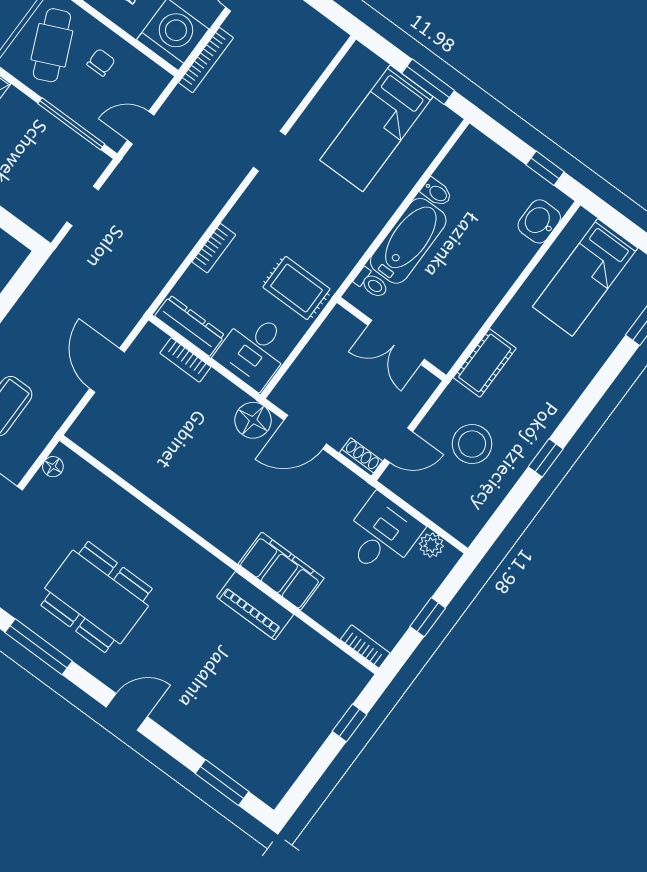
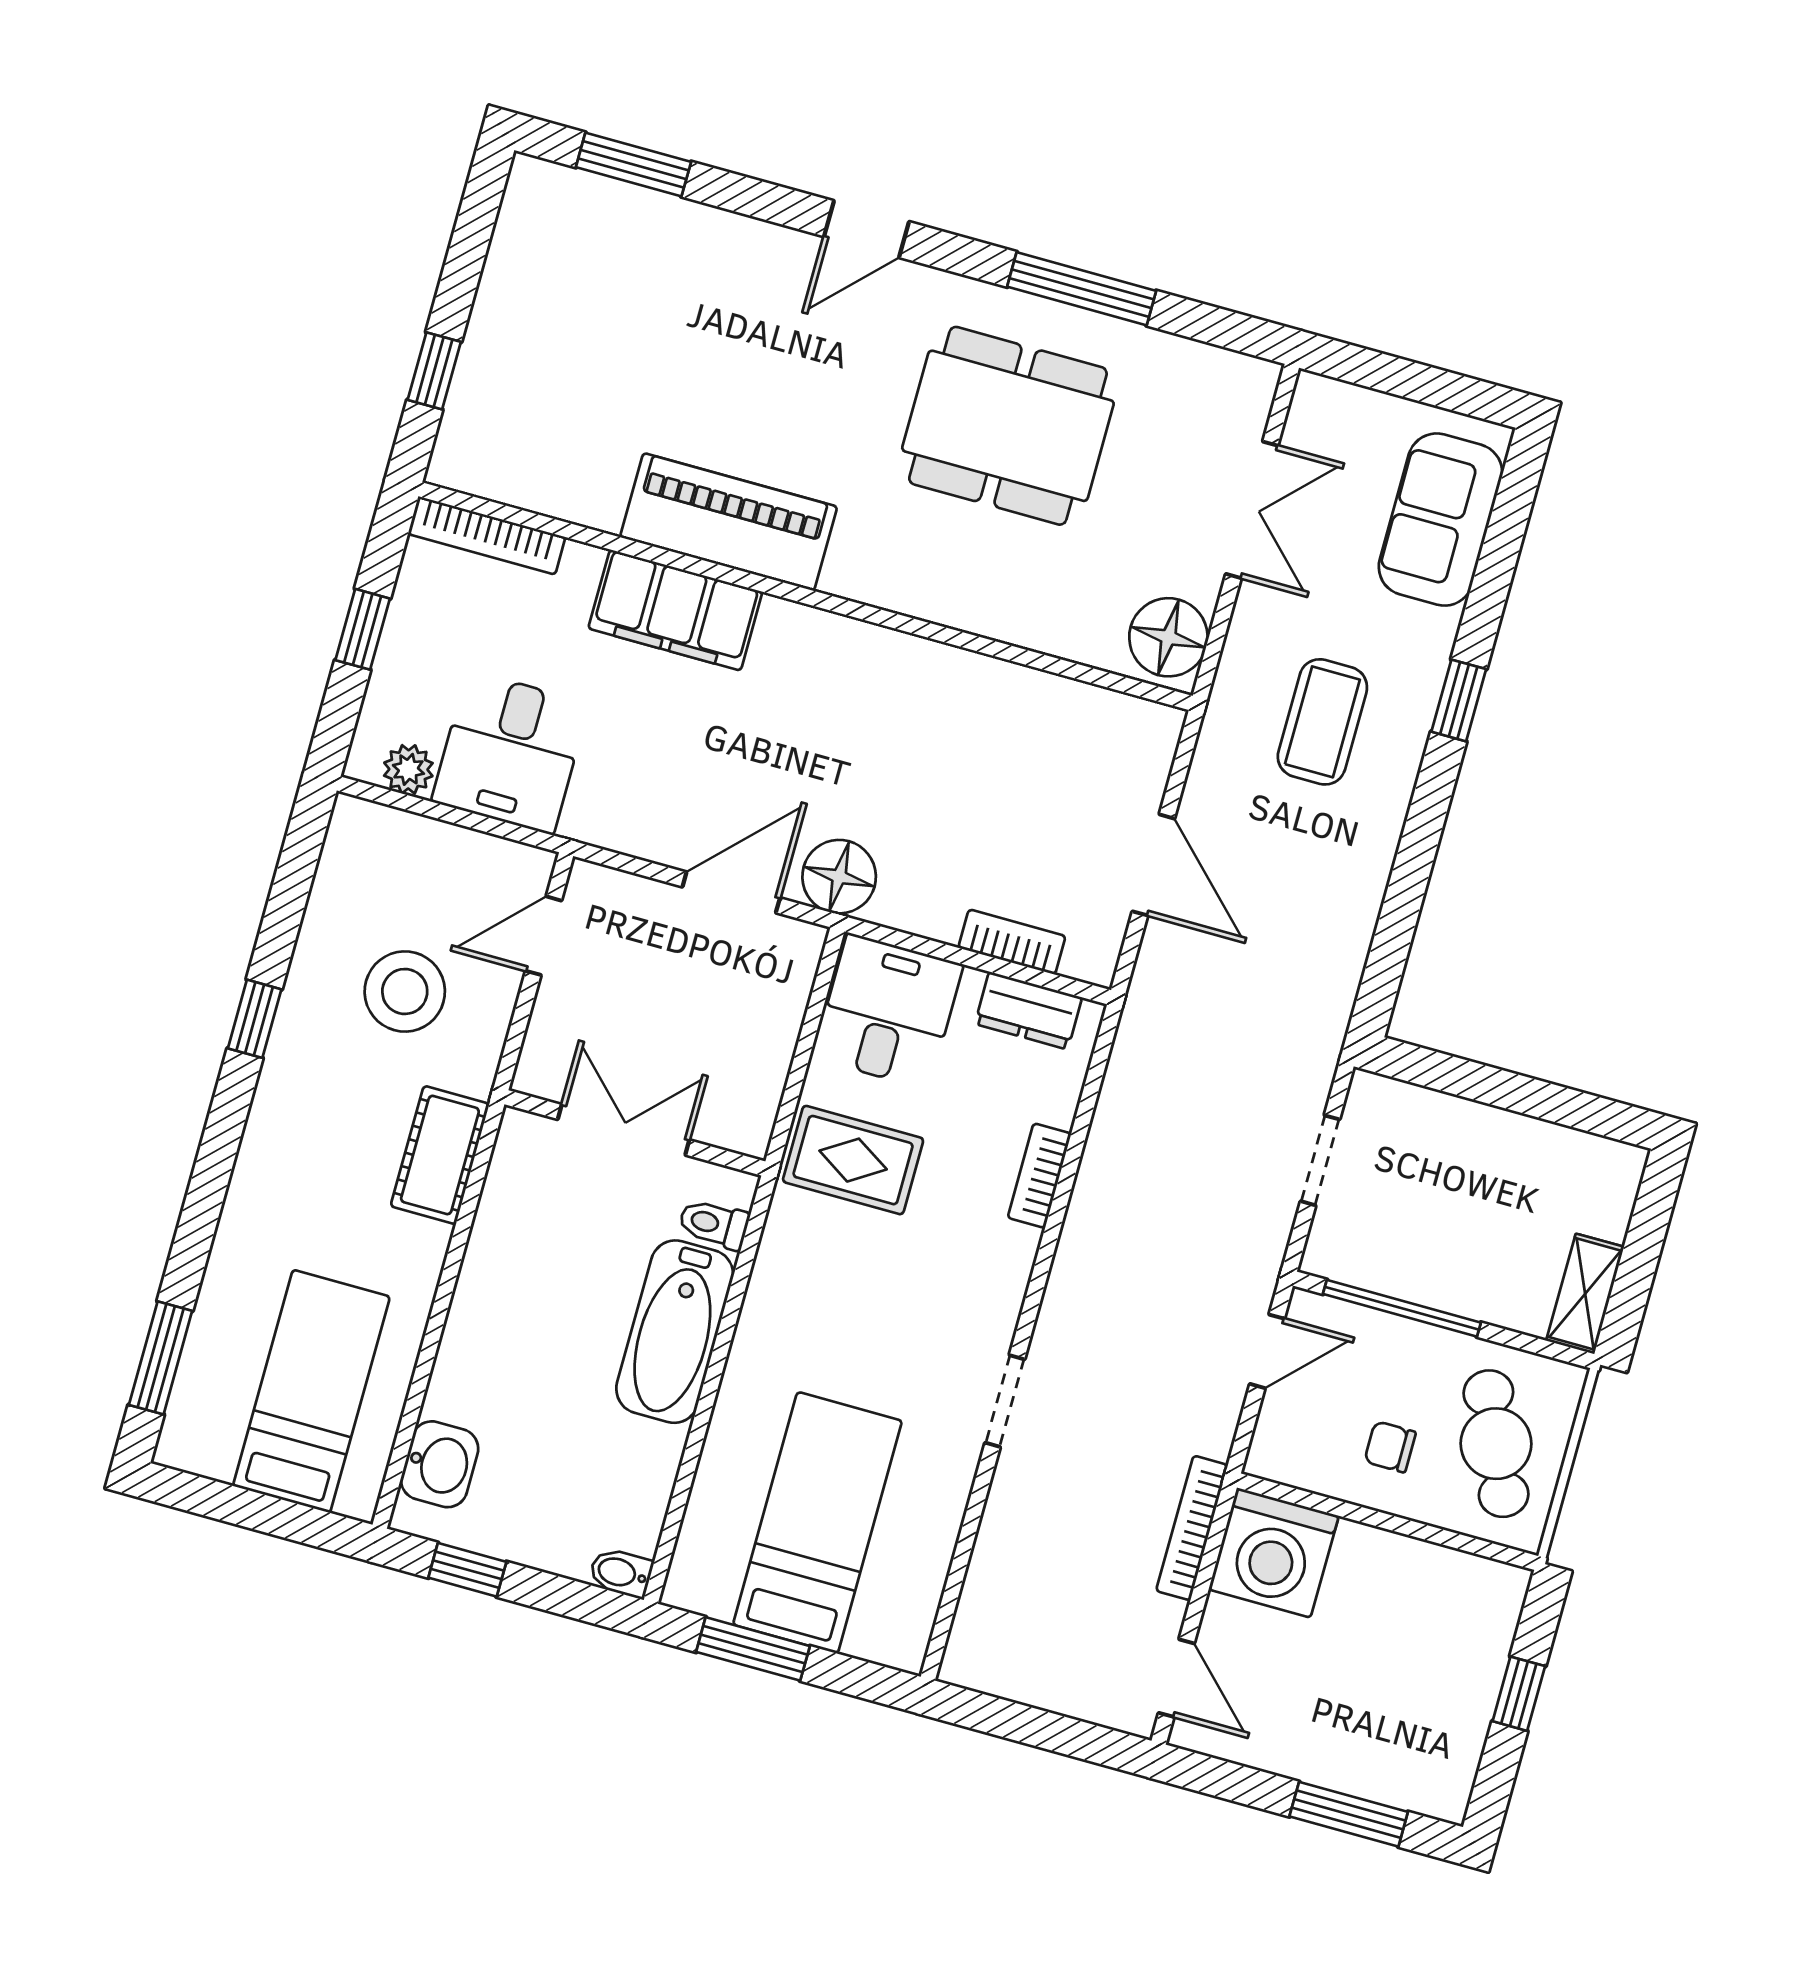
chair: (101, 62) -> (1390, 1447), turned 90
bidet: (437, 192) -> (621, 1573), moved
dresser: (190, 326) -> (1028, 1011), width x0.70
shoe rack: (361, 457) -> (607, 886), removed
floor lamp: (53, 467) -> (1168, 637), width x1.89, depth x1.89
piano: (255, 606) -> (729, 522), width x1.37, depth x1.33
bookcase: (365, 646) -> (487, 535), width x1.56

